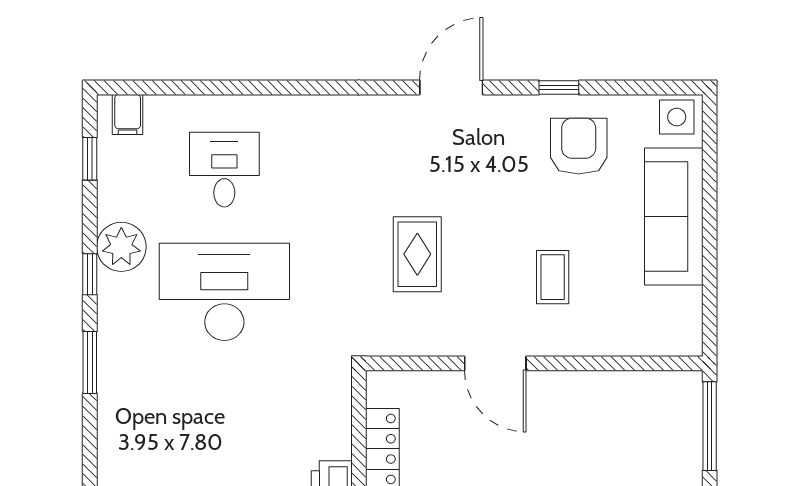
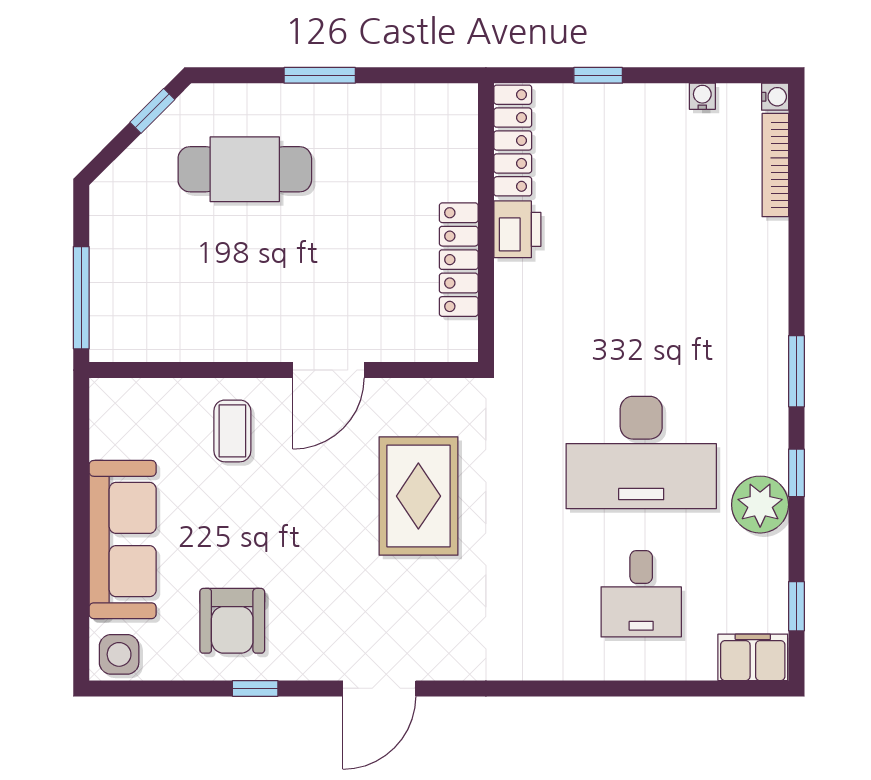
filing cabinet: (128, 114) -> (753, 657), width x2.00
rug: (417, 254) -> (418, 496), width x1.36, depth x1.43
coffee table: (553, 277) -> (232, 431), moved
door: (495, 363) -> (328, 370), swing flipped

